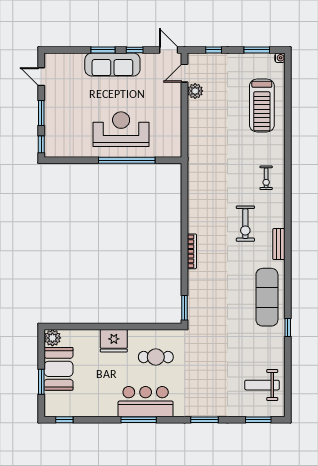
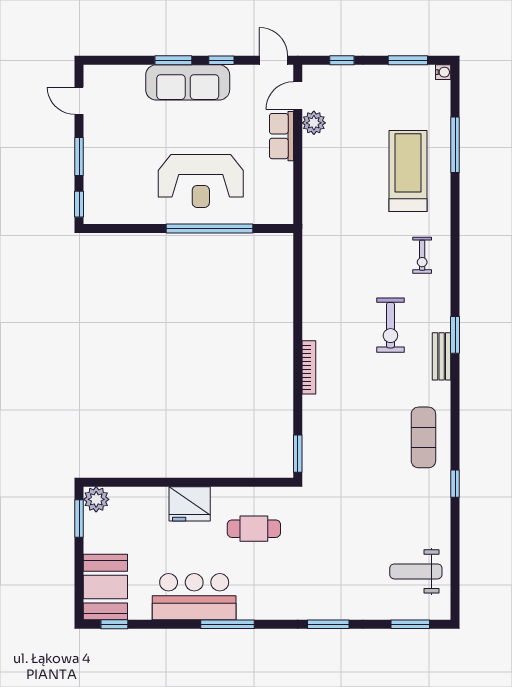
row of seats: (174, 100) -> (281, 136), added
treadmill: (262, 105) -> (408, 171), moved, turned 180
window: (288, 105) -> (455, 145), added
reception desk: (121, 129) -> (201, 181), turned 180
window: (288, 230) -> (455, 335), added
exercise mat: (267, 297) -> (423, 437), width x0.73, depth x0.69
booth: (59, 369) -> (105, 587), moved
window: (41, 382) -> (79, 519), moved
bar counter: (146, 402) -> (194, 597), moved

